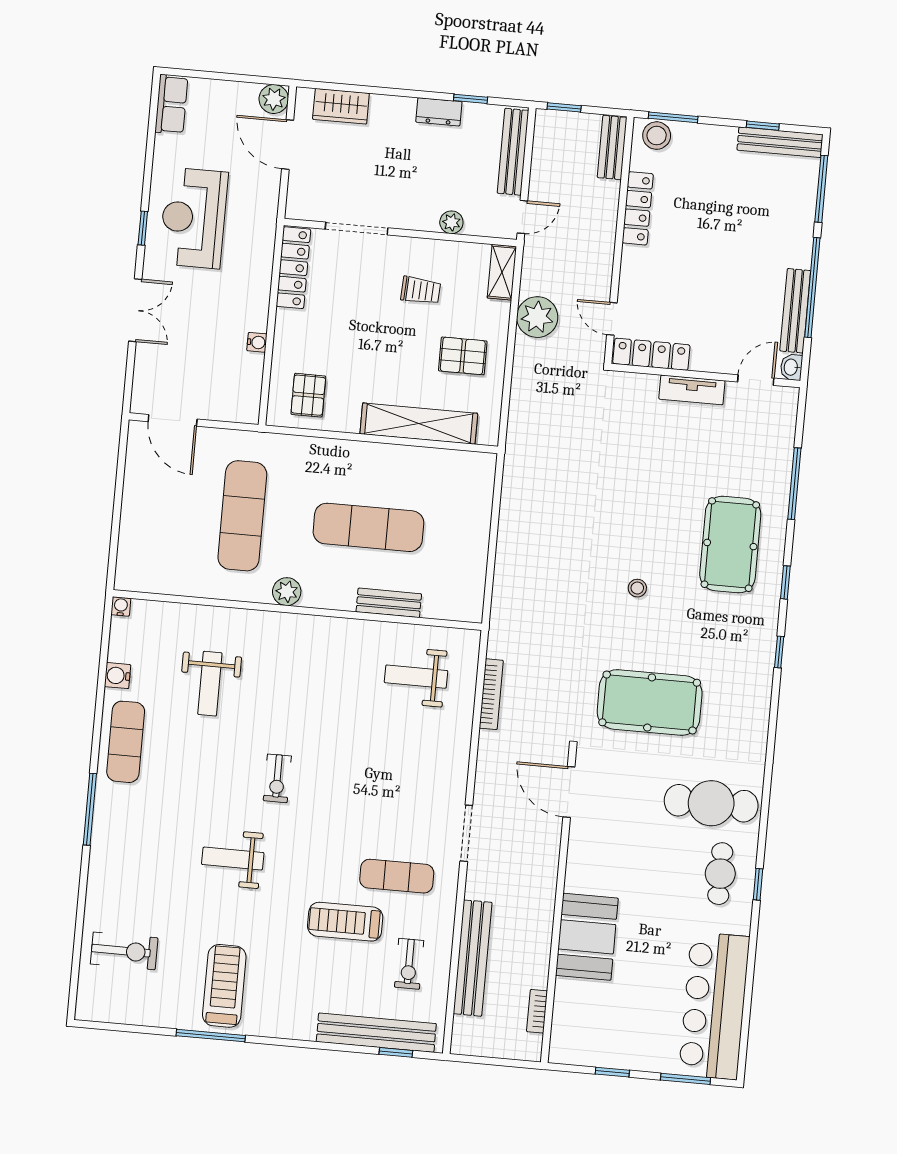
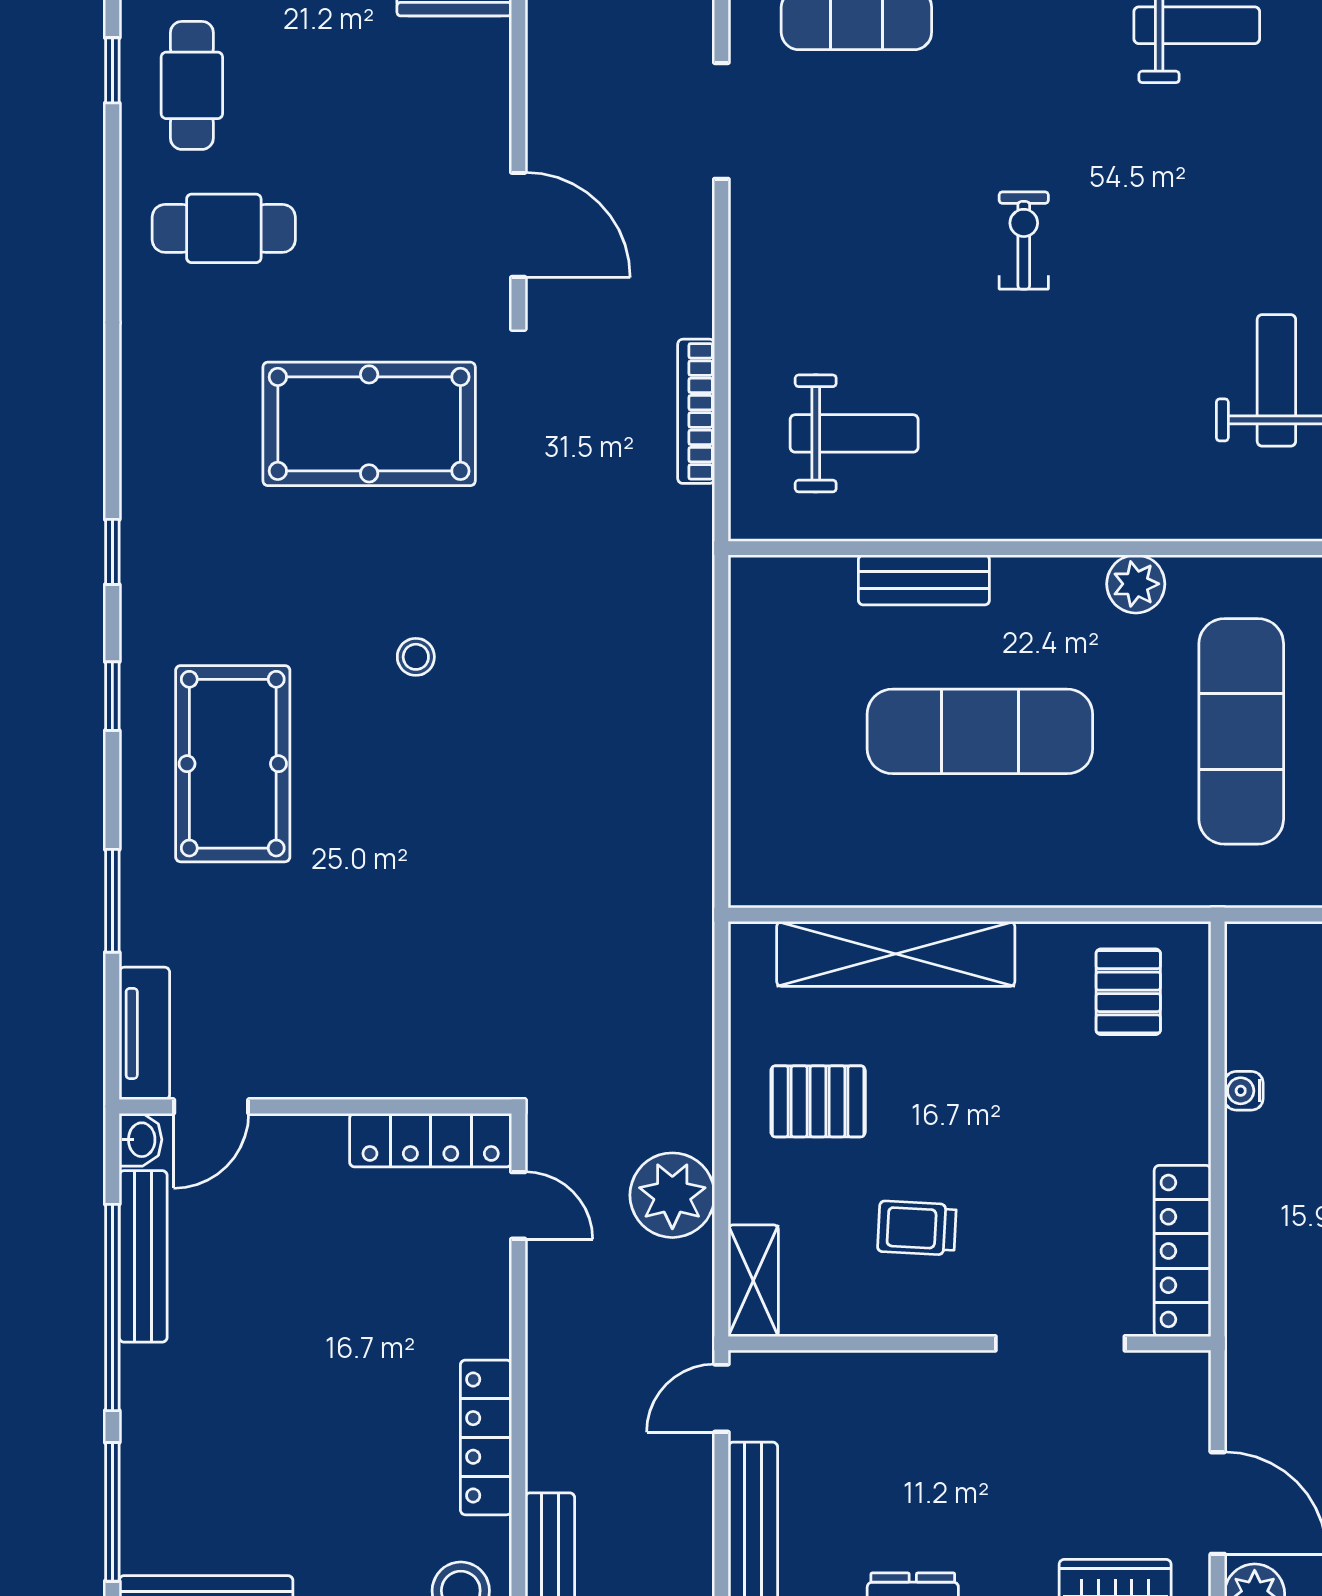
plant: (451, 222) -> (866, 1374), removed
tv unit: (692, 390) -> (144, 1033), moved, turned 90
window: (794, 484) -> (112, 901), width x0.69
exercise bike: (277, 778) -> (1024, 240), moved
cafe table: (711, 803) -> (224, 228), width x0.73, depth x0.74

